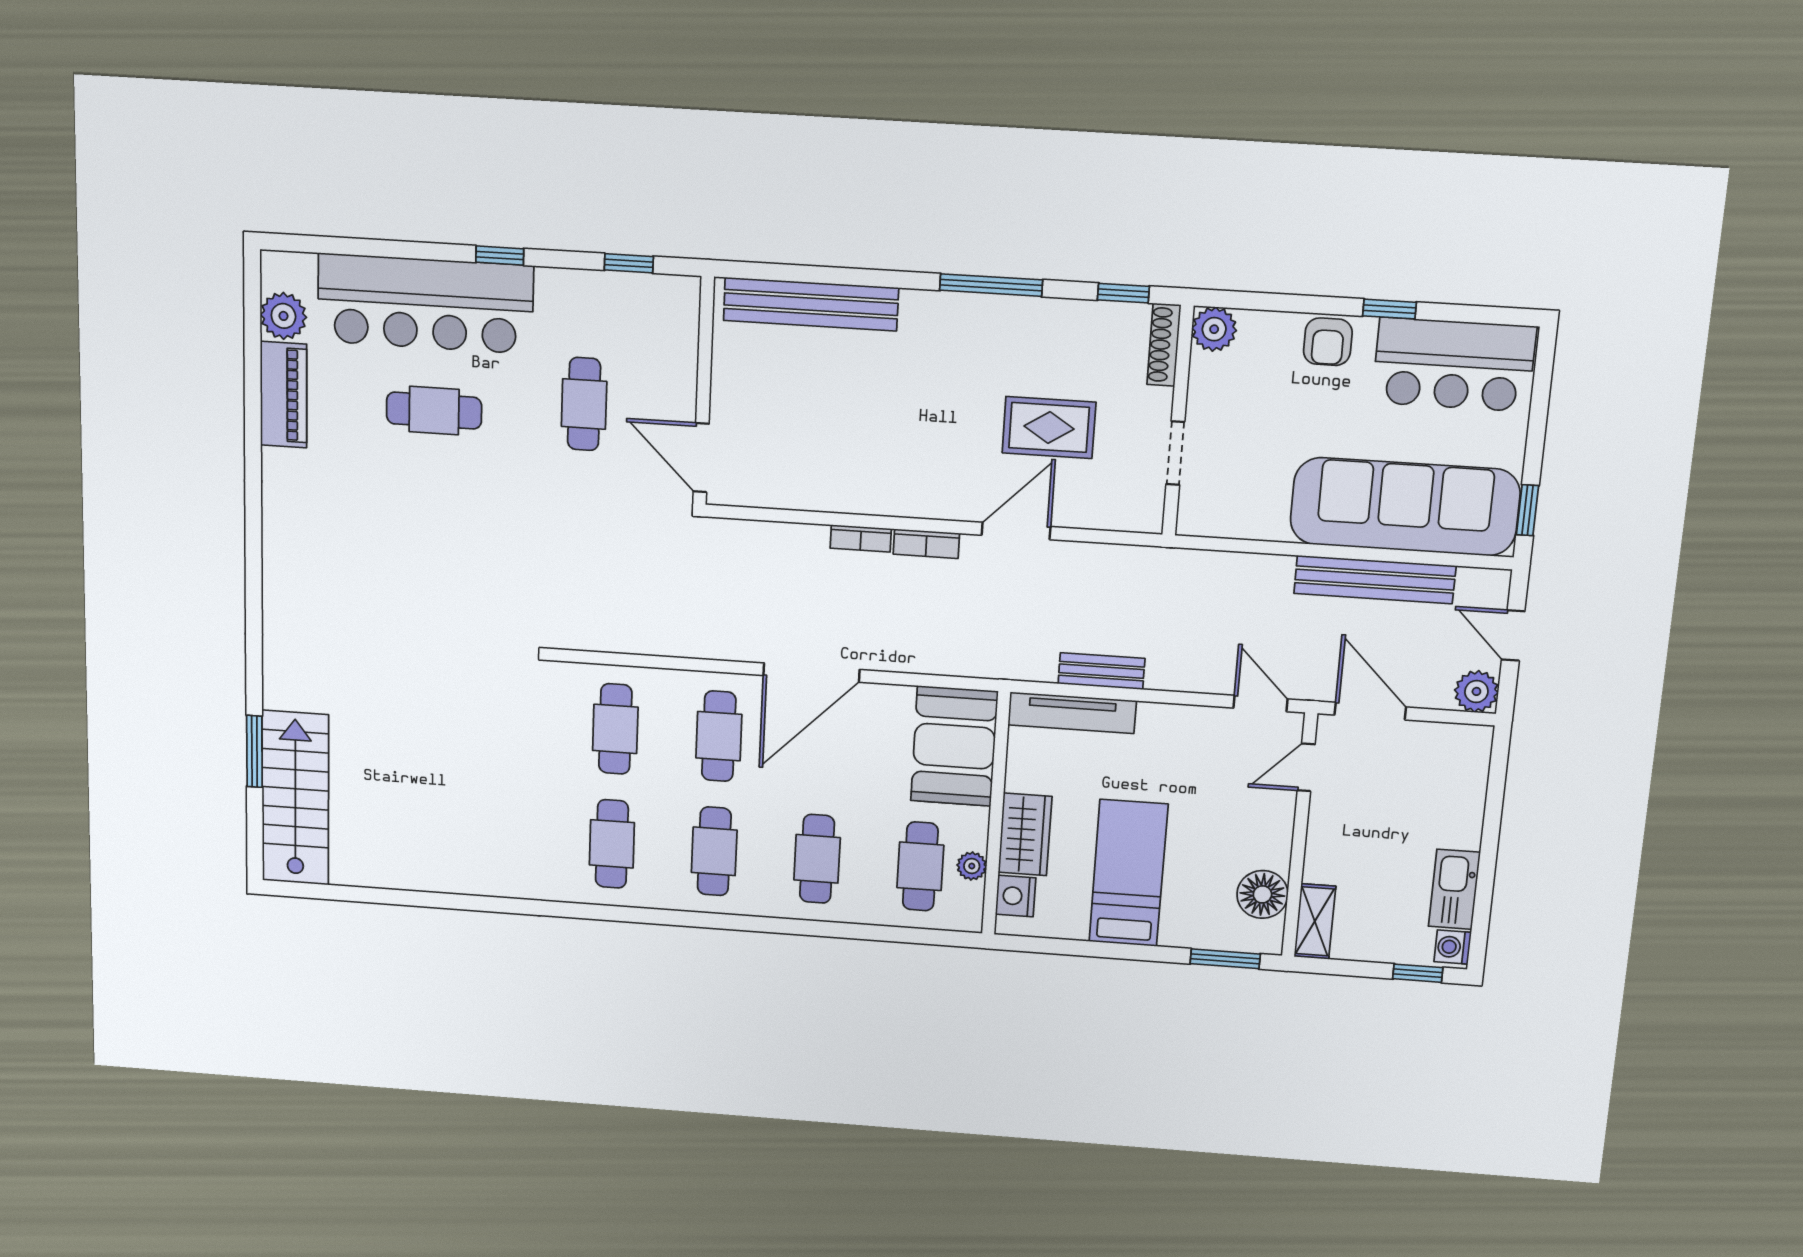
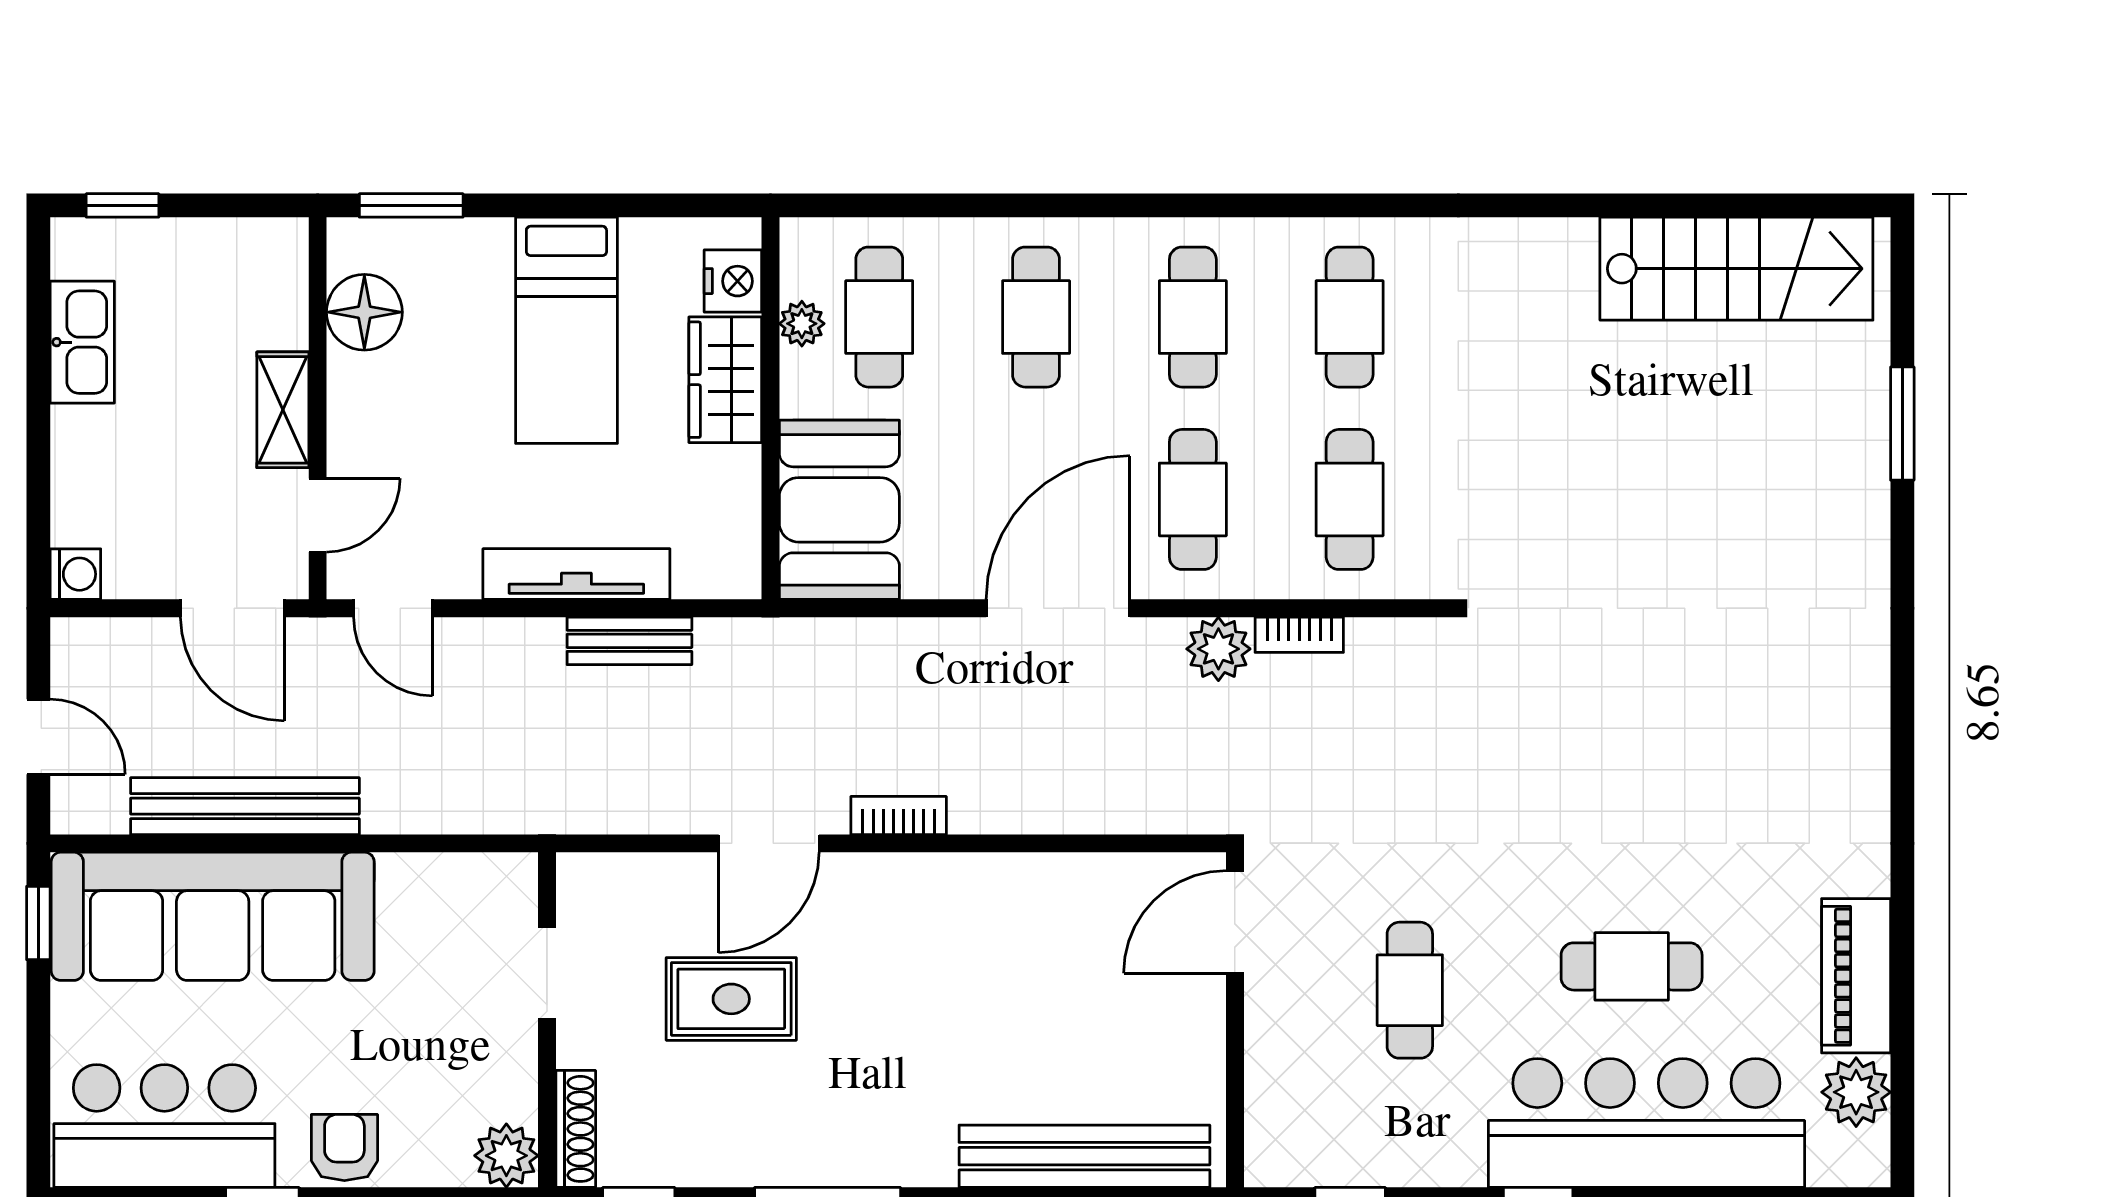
door: (701, 458) -> (1235, 922), swing flipped
bookcase: (861, 538) -> (1299, 635), moved, turned 180
plant: (1476, 691) -> (1218, 649), moved
tv unit: (1072, 713) -> (576, 574), moved
stairs: (295, 798) -> (1736, 269), moved, turned -90
shelving: (1315, 921) -> (283, 410), moved
washing machine: (1453, 947) -> (75, 574), moved

